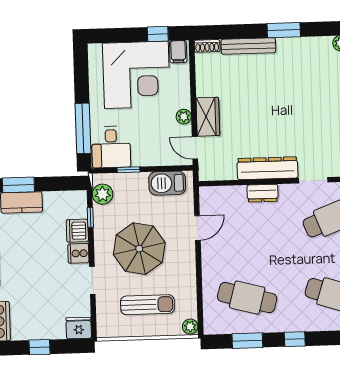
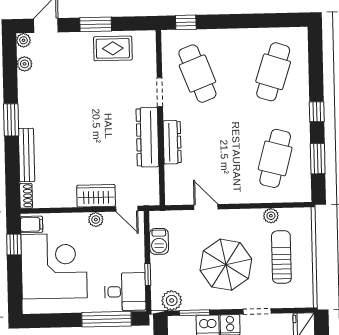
door: (195, 148) -> (127, 209), hinge flipped
barbecue: (167, 183) -> (159, 241), width x0.73, depth x0.79
dresser: (263, 193) -> (172, 142), width x1.44
window: (90, 217) -> (194, 313), width x1.50
plant: (190, 327) -> (271, 216), moved

